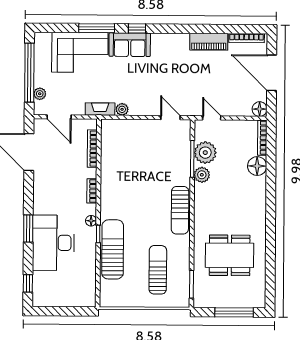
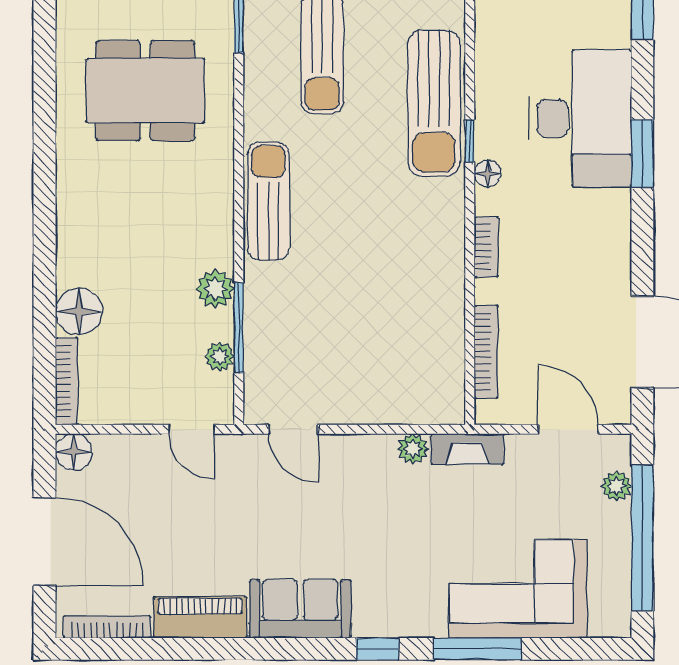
sofa: (130, 45) -> (300, 609), moved
plant: (205, 153) -> (220, 356), width x0.53, depth x0.53

